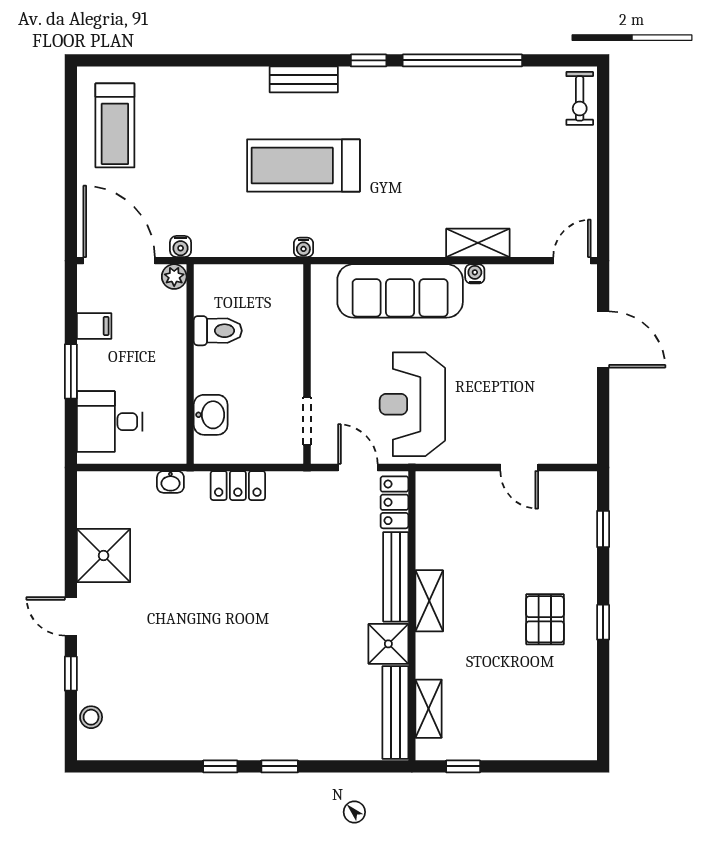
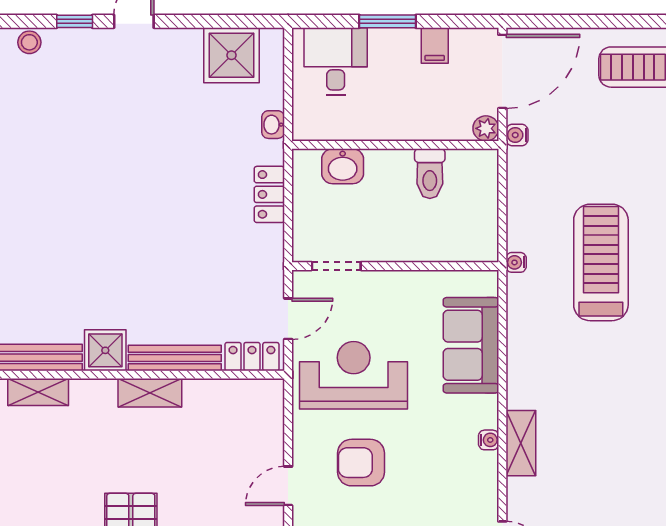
sofa: (400, 291) -> (471, 345), width x0.73
armchair: (497, 397) -> (361, 463), added
shower: (104, 556) -> (231, 55), moved

